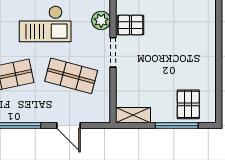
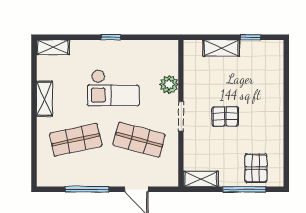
pallet: (130, 25) -> (225, 116), moved

